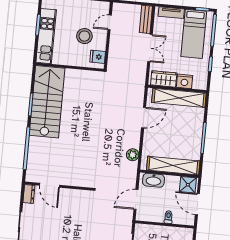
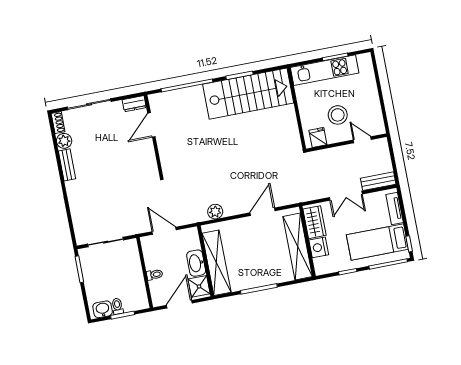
door: (144, 117) -> (263, 212), swing flipped
washbasin: (154, 180) -> (196, 263), moved

